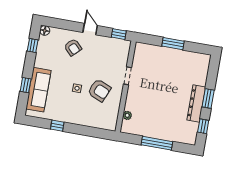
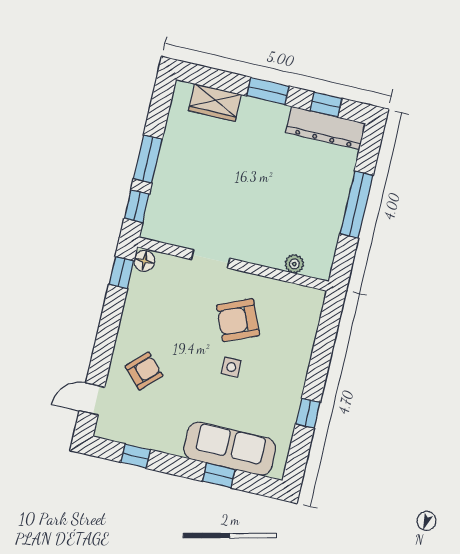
door: (90, 29) -> (92, 399), moved
floor lamp: (45, 30) -> (144, 261), moved
window: (150, 40) -> (137, 206), added
wardrobe: (201, 74) -> (215, 102), added
armchair: (99, 90) -> (238, 320), turned -136
dresser: (196, 104) -> (326, 128), moved

